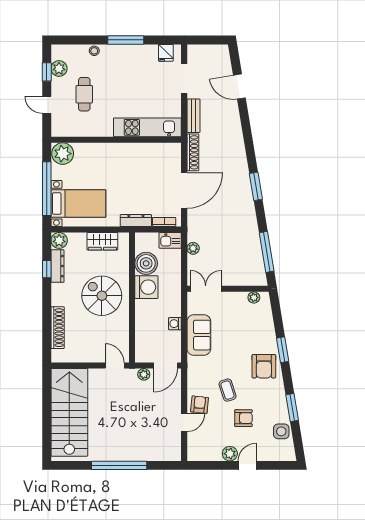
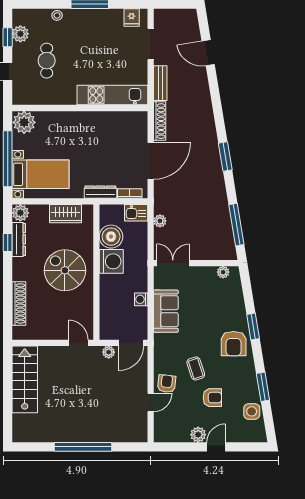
stairs: (69, 412) -> (25, 379), width x0.73, depth x0.66

